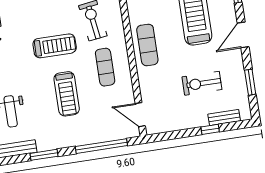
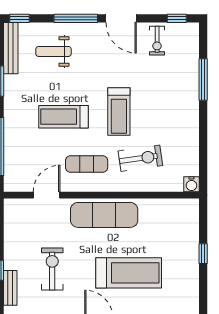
exercise mat: (147, 45) -> (104, 215), width x1.36, depth x1.45
door: (140, 115) -> (47, 195), moved

